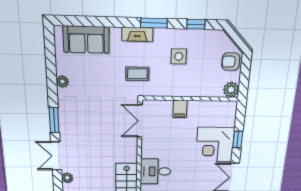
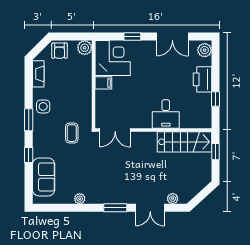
window: (196, 24) -> (29, 155), moved
fireplace: (137, 34) -> (38, 74), moved
side table: (179, 56) -> (43, 106), moved
filing cabinet: (180, 109) -> (103, 83), moved
corner desk: (215, 145) -> (113, 58), moved, turned -90

